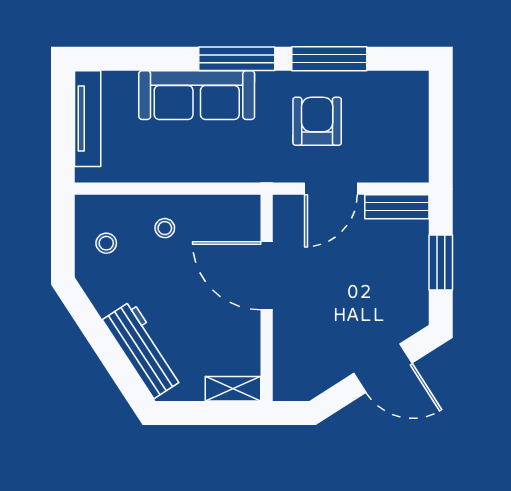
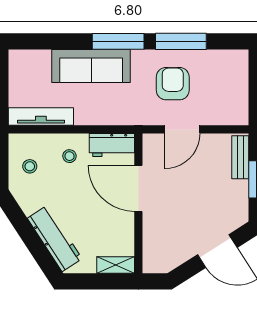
tv unit: (88, 119) -> (41, 117), moved, turned -90
bench: (397, 207) -> (240, 157), moved, turned 90
workbench: (227, 212) -> (112, 145), added

